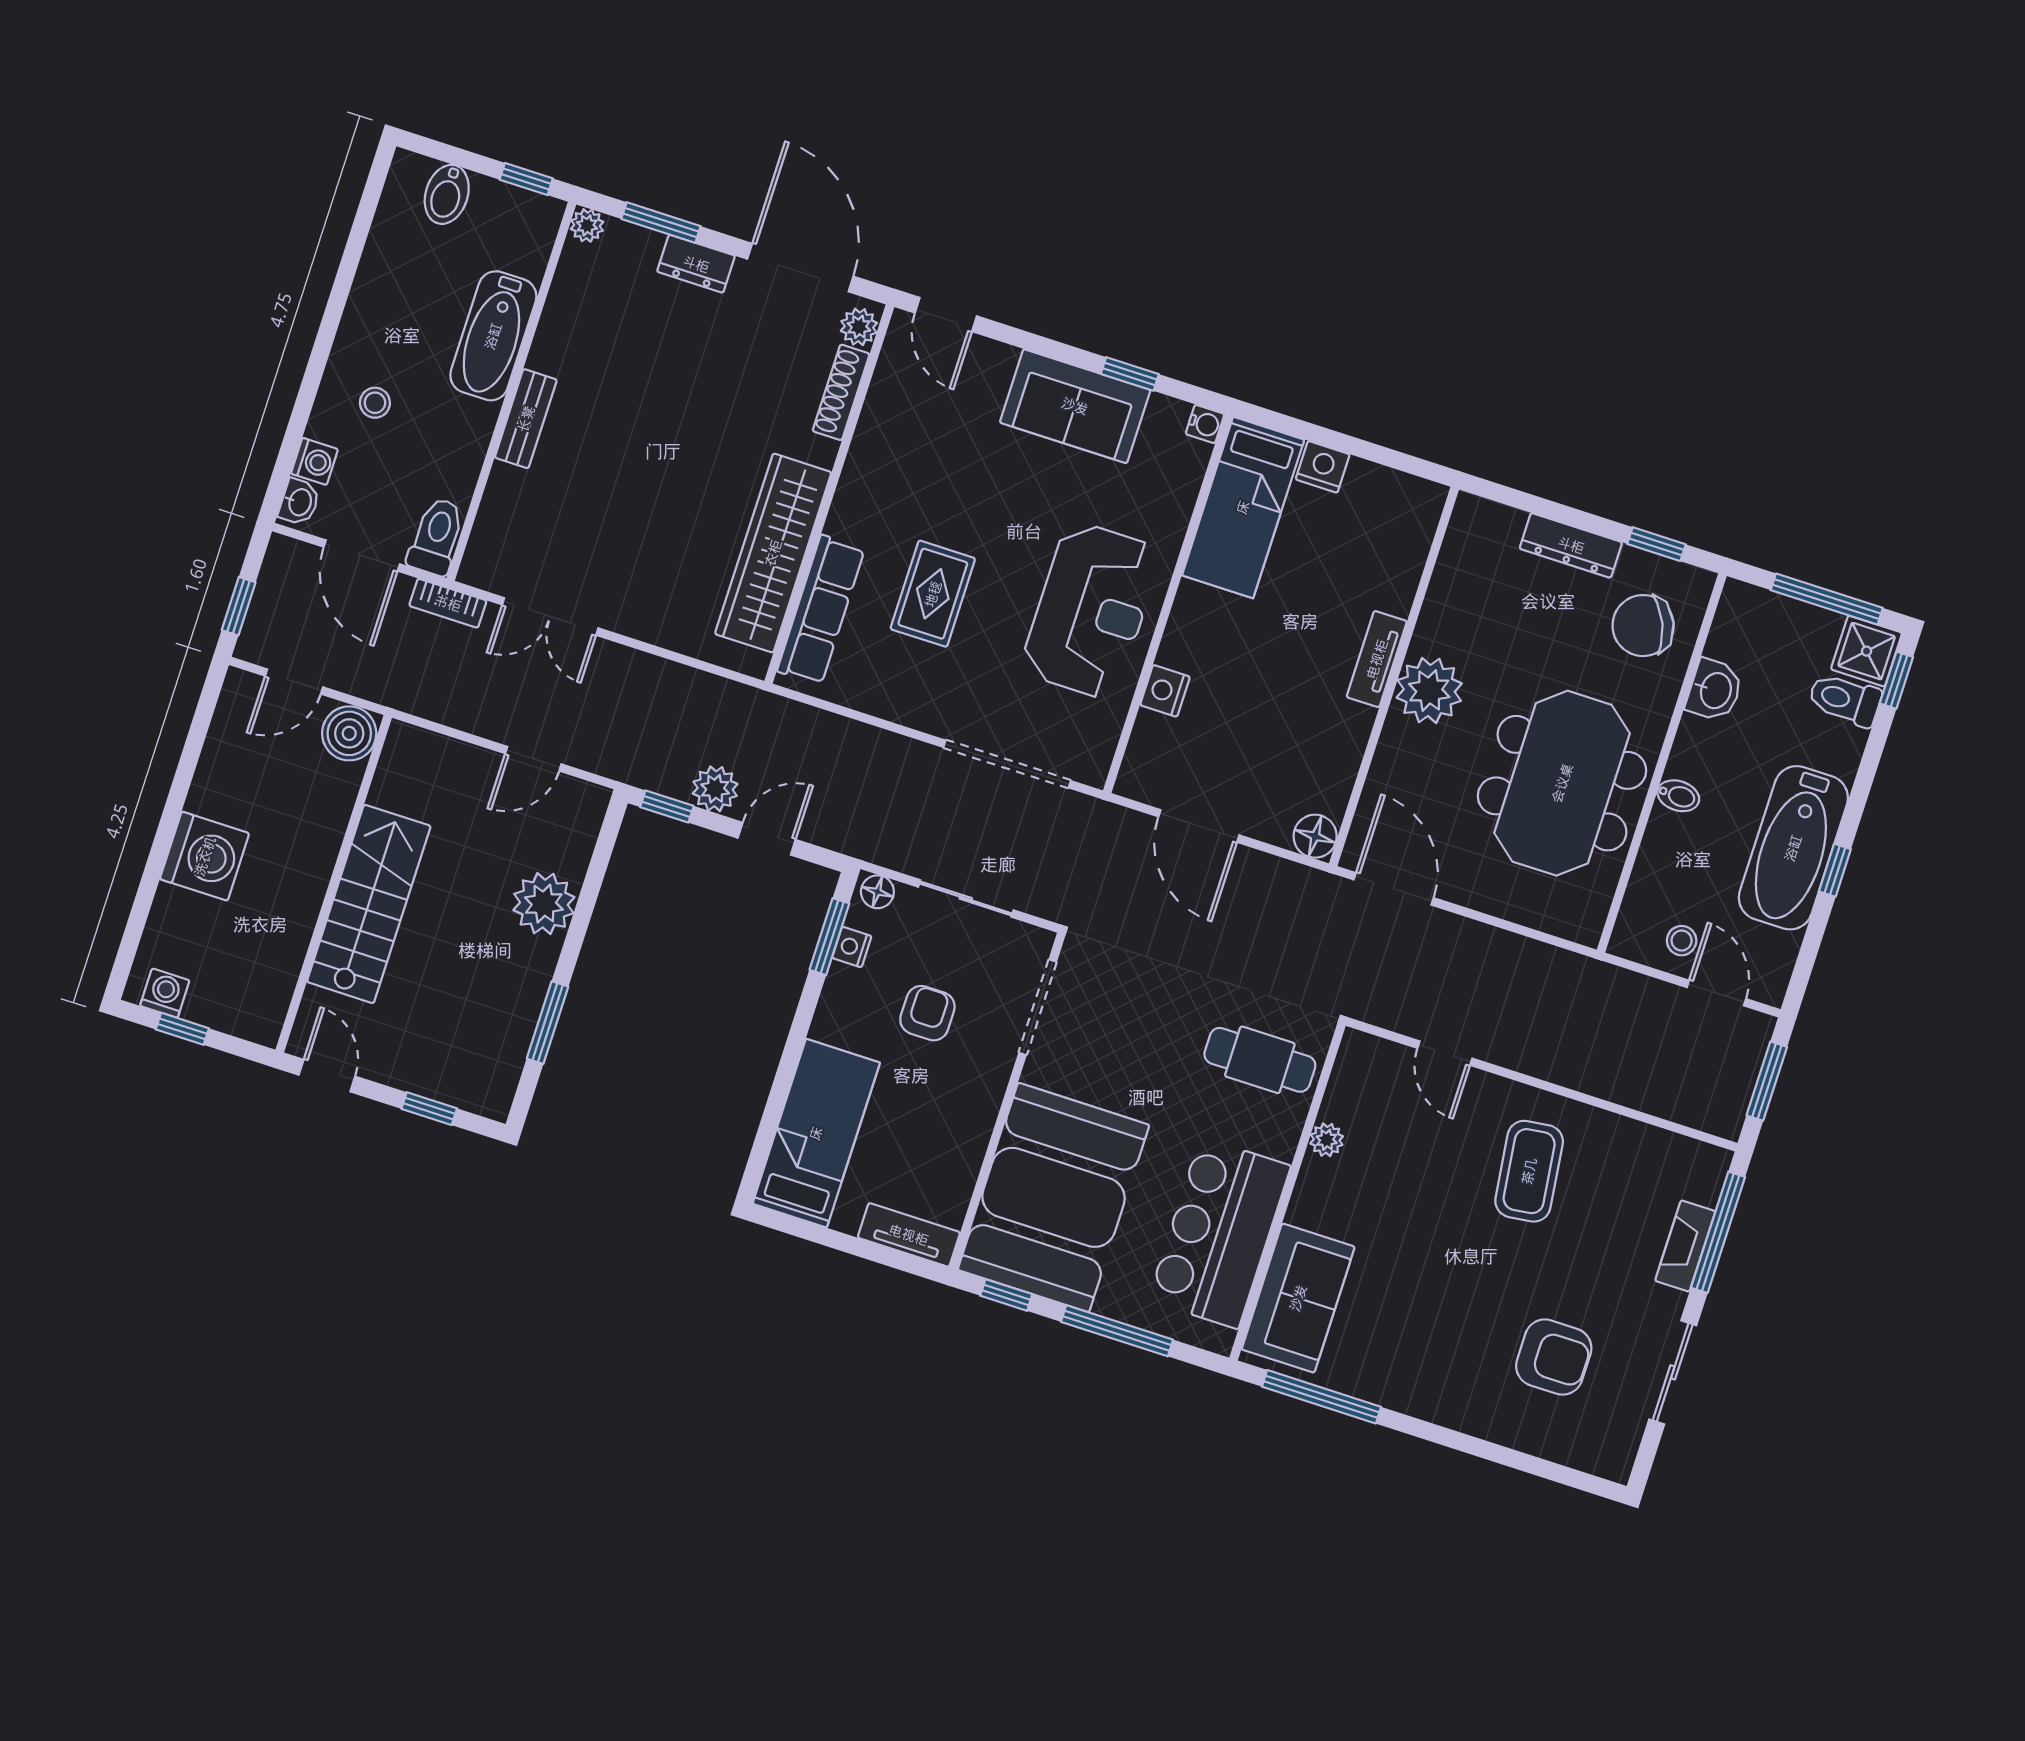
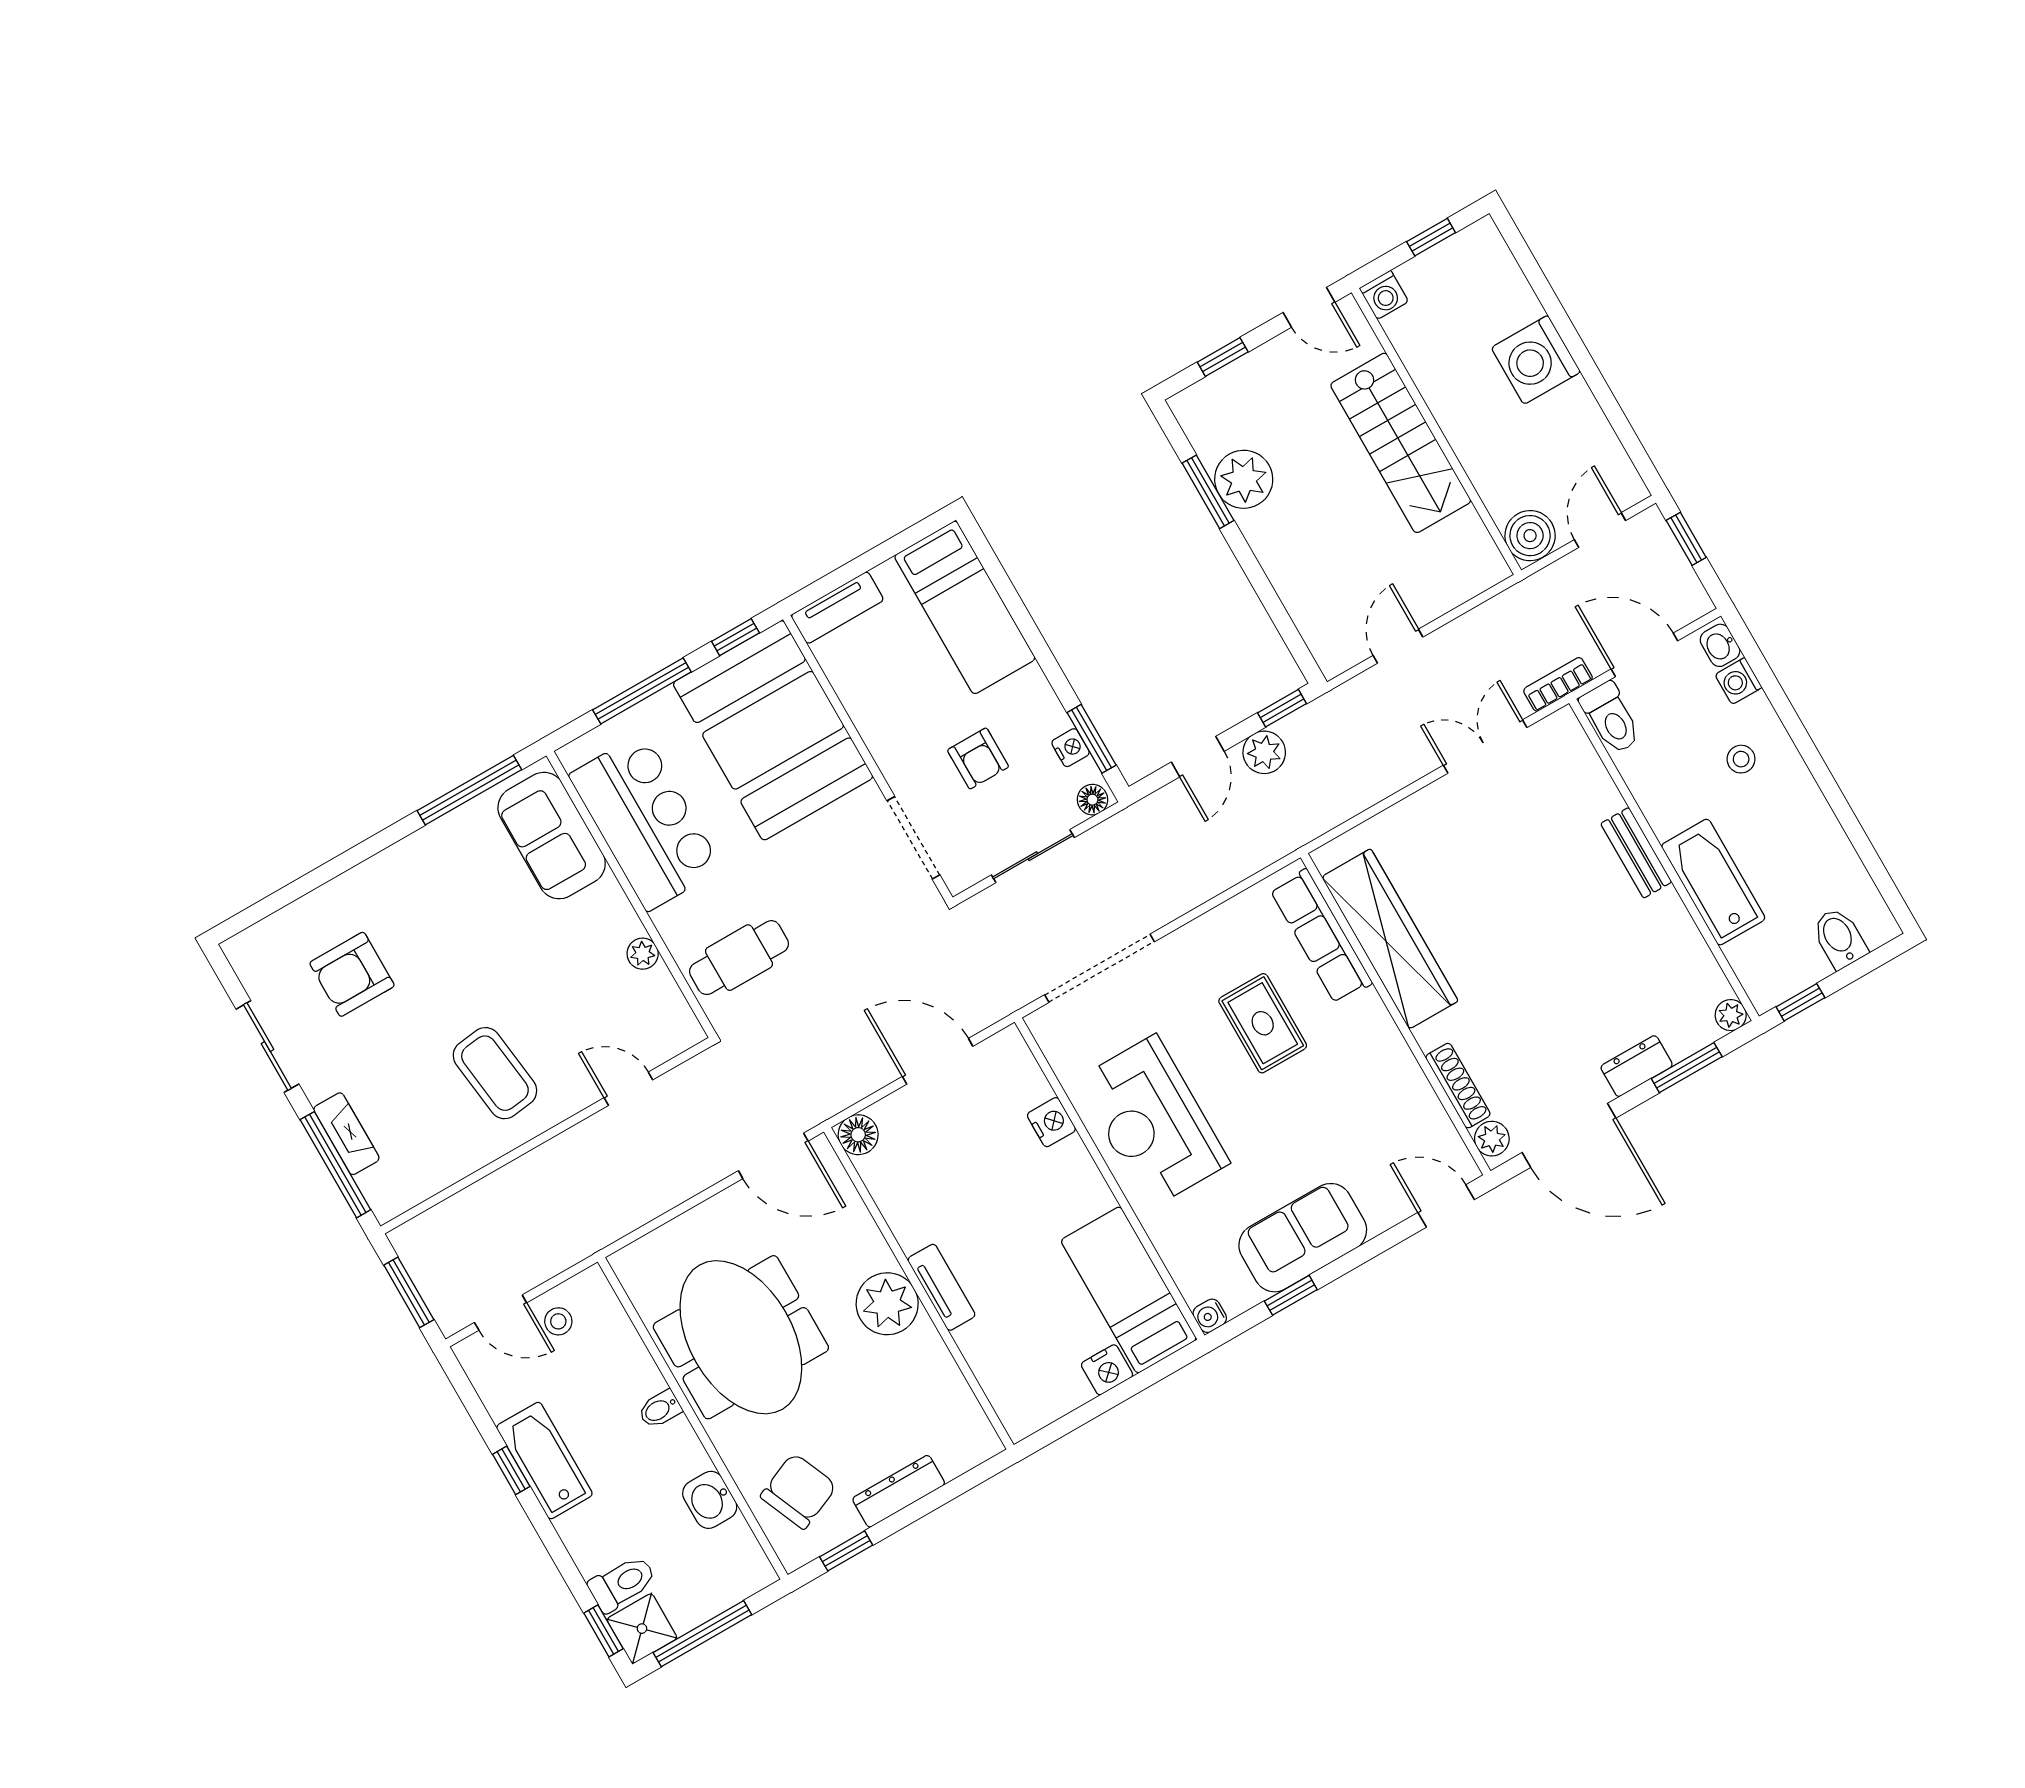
bathtub: (1793, 848) -> (544, 1461), width x0.73, depth x0.73
plant: (544, 904) -> (1244, 479), moved
washing machine: (165, 993) -> (1384, 295), moved

